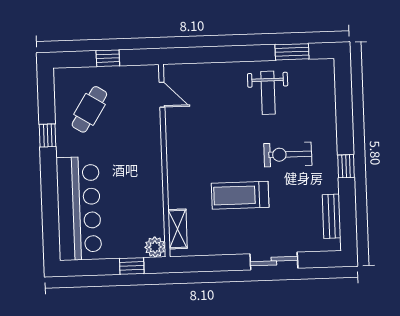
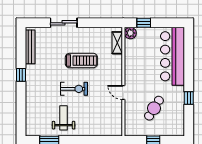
door: (162, 95) -> (123, 92), moved
cafe table: (89, 109) -> (154, 108), moved
exercise bike: (288, 154) -> (74, 89), moved
bench: (332, 216) -> (30, 47), width x1.36

